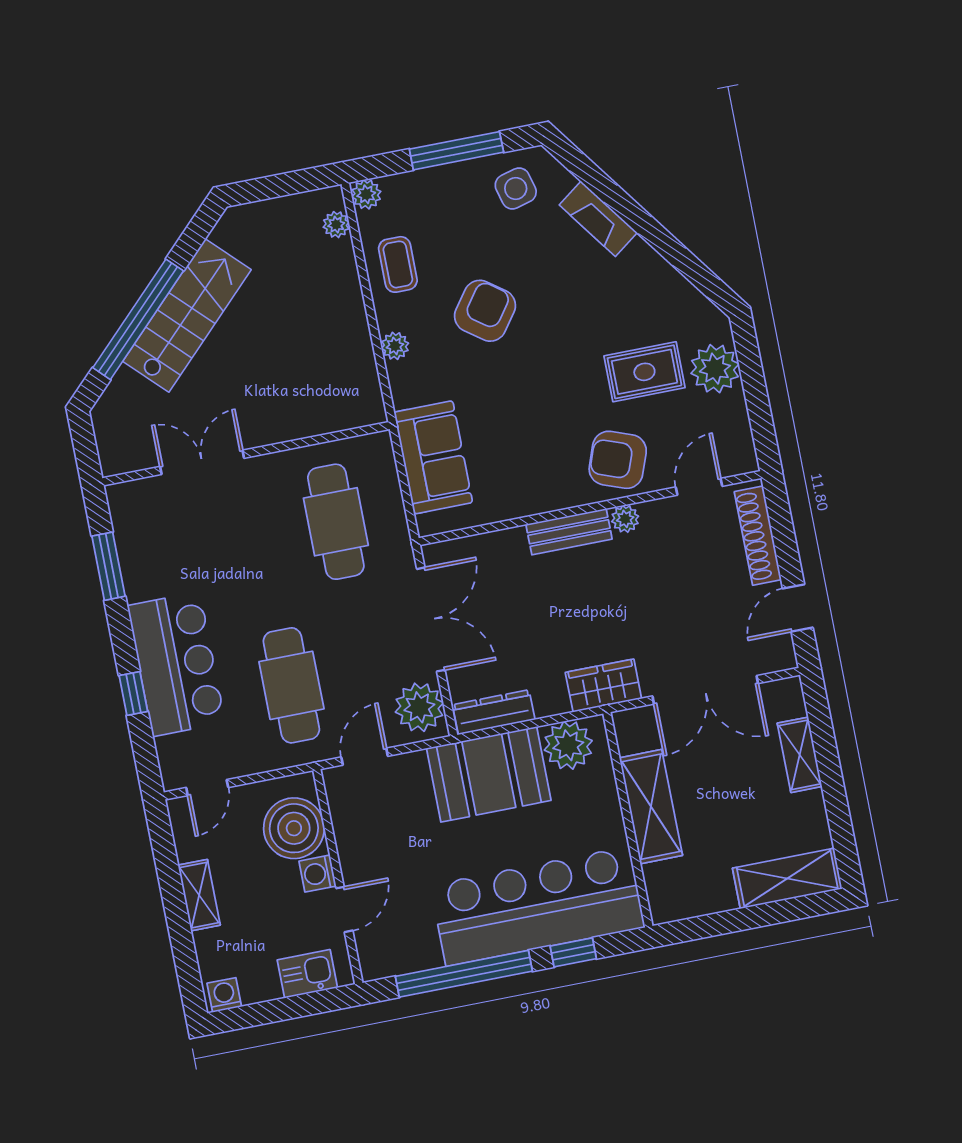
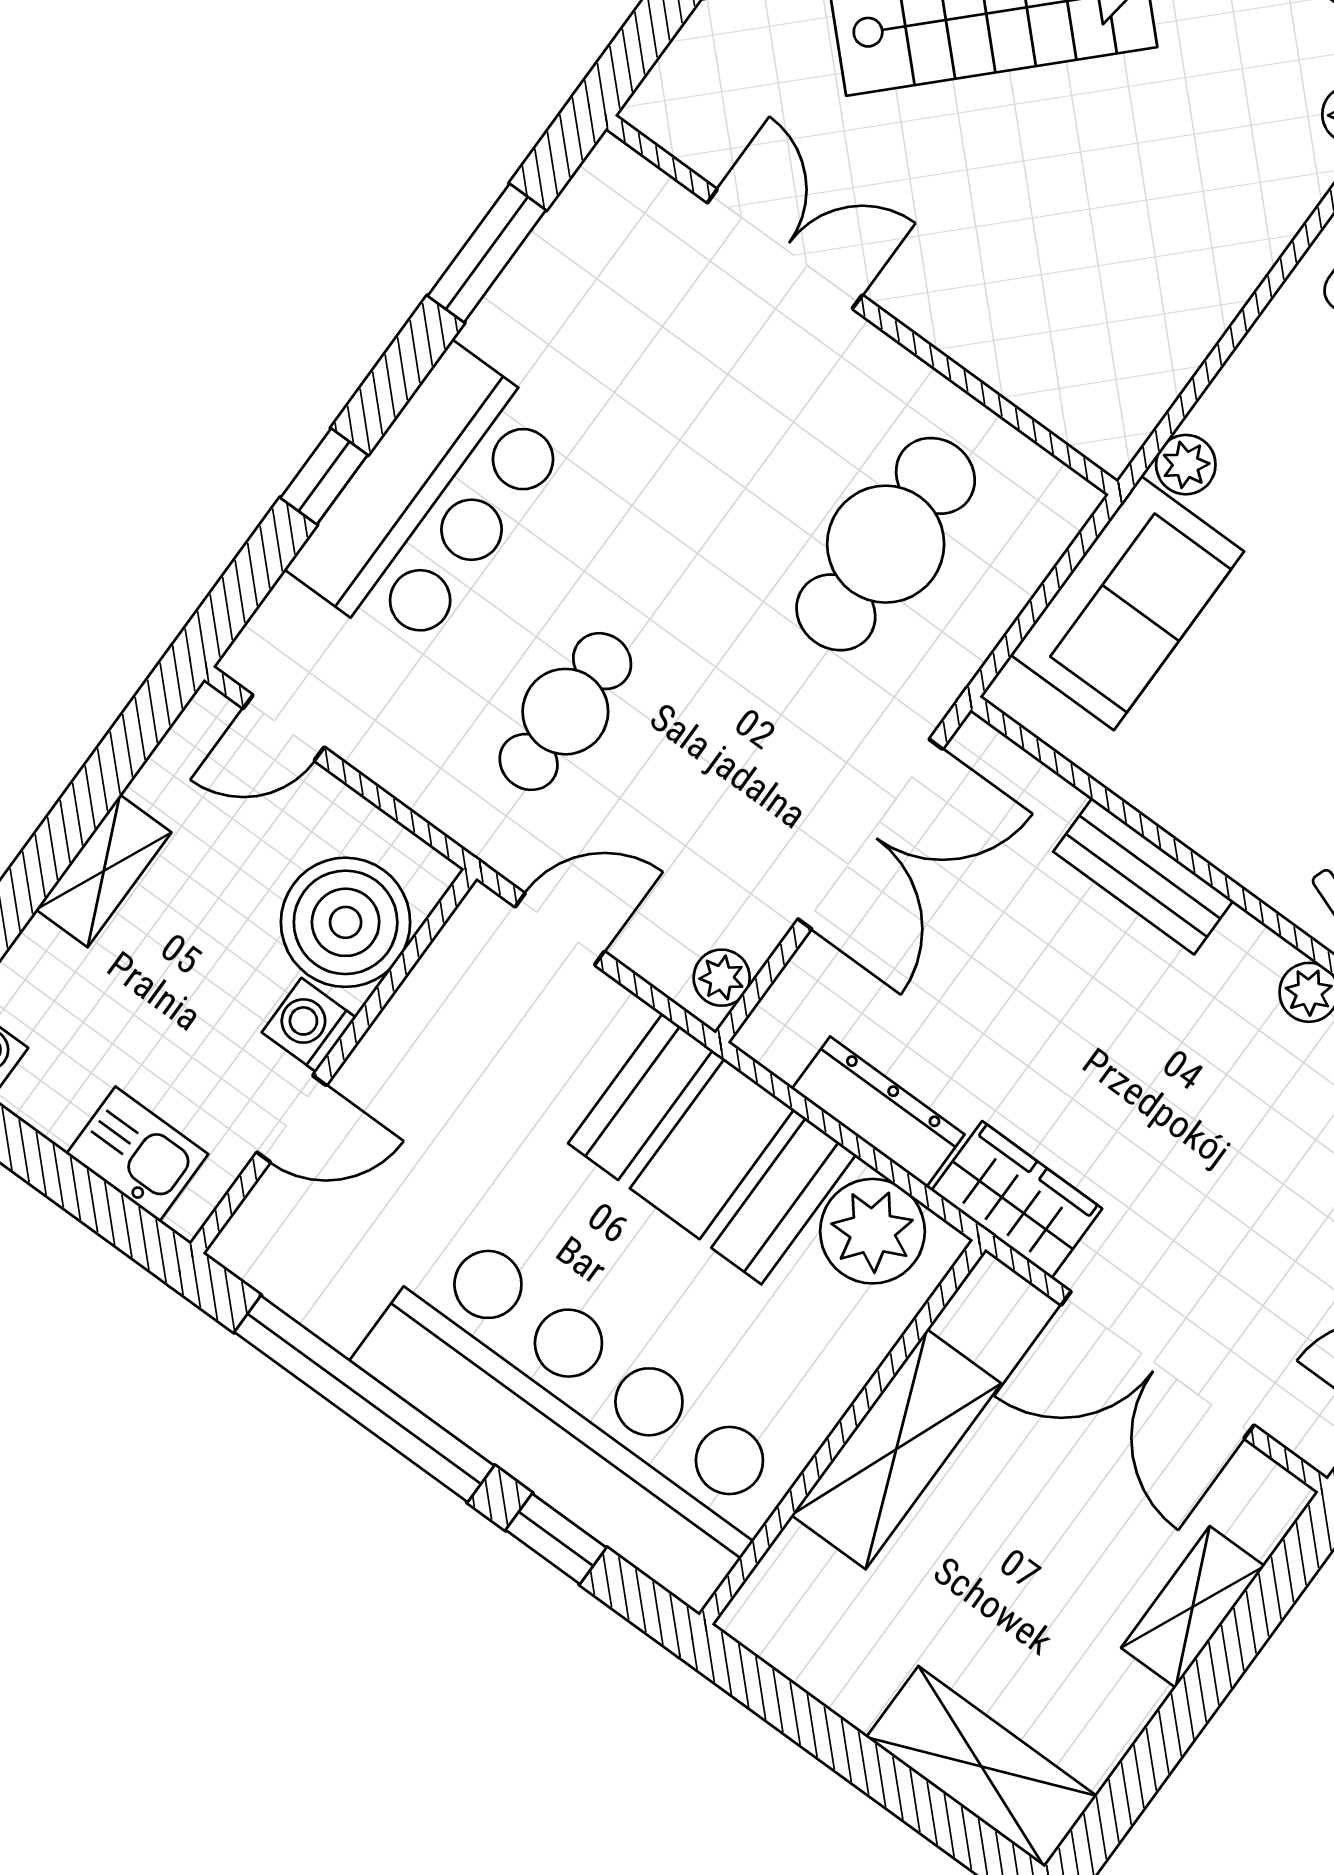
plant: (395, 346) -> (1186, 465), moved
bench: (569, 532) -> (1143, 876), moved
cafe table: (291, 685) -> (565, 712), width x0.73, depth x0.74
plant: (419, 707) -> (722, 978), width x0.53, depth x0.53
dresser: (494, 712) -> (878, 1112), moved

